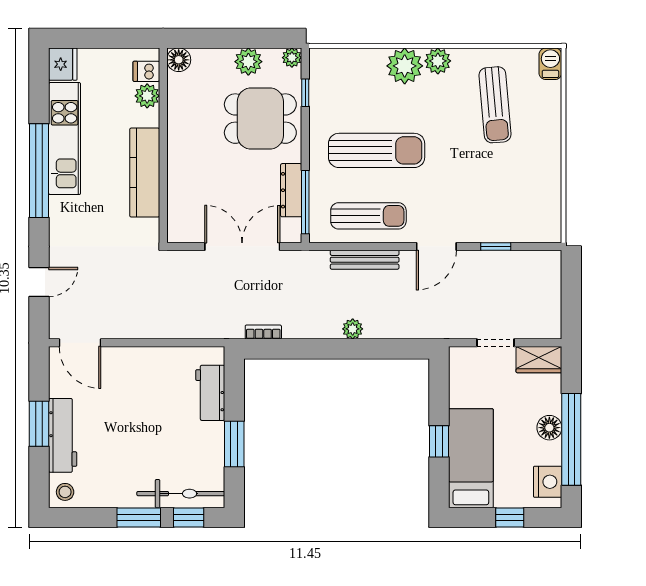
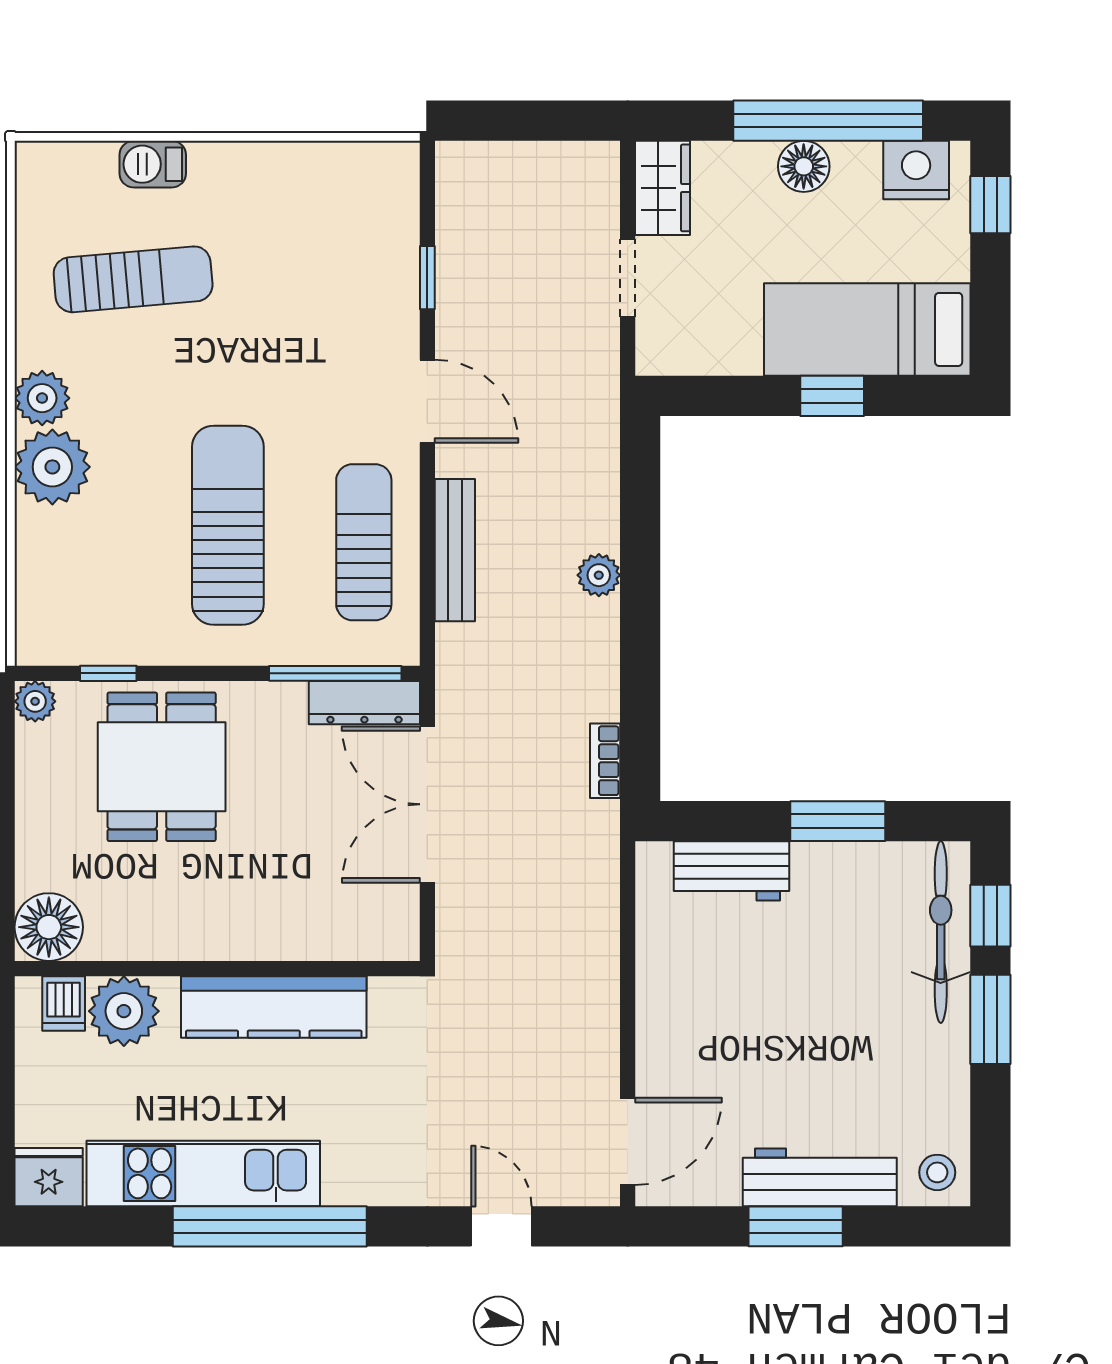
floor lamp: (179, 60) -> (49, 927), width x1.38, depth x1.38
plant: (248, 62) -> (43, 792), removed
barbecue: (550, 64) -> (153, 164), moved
plant: (147, 96) -> (124, 1011), width x1.36, depth x1.36
dresser: (291, 190) -> (364, 703), moved
window: (510, 517) -> (990, 205), moved

